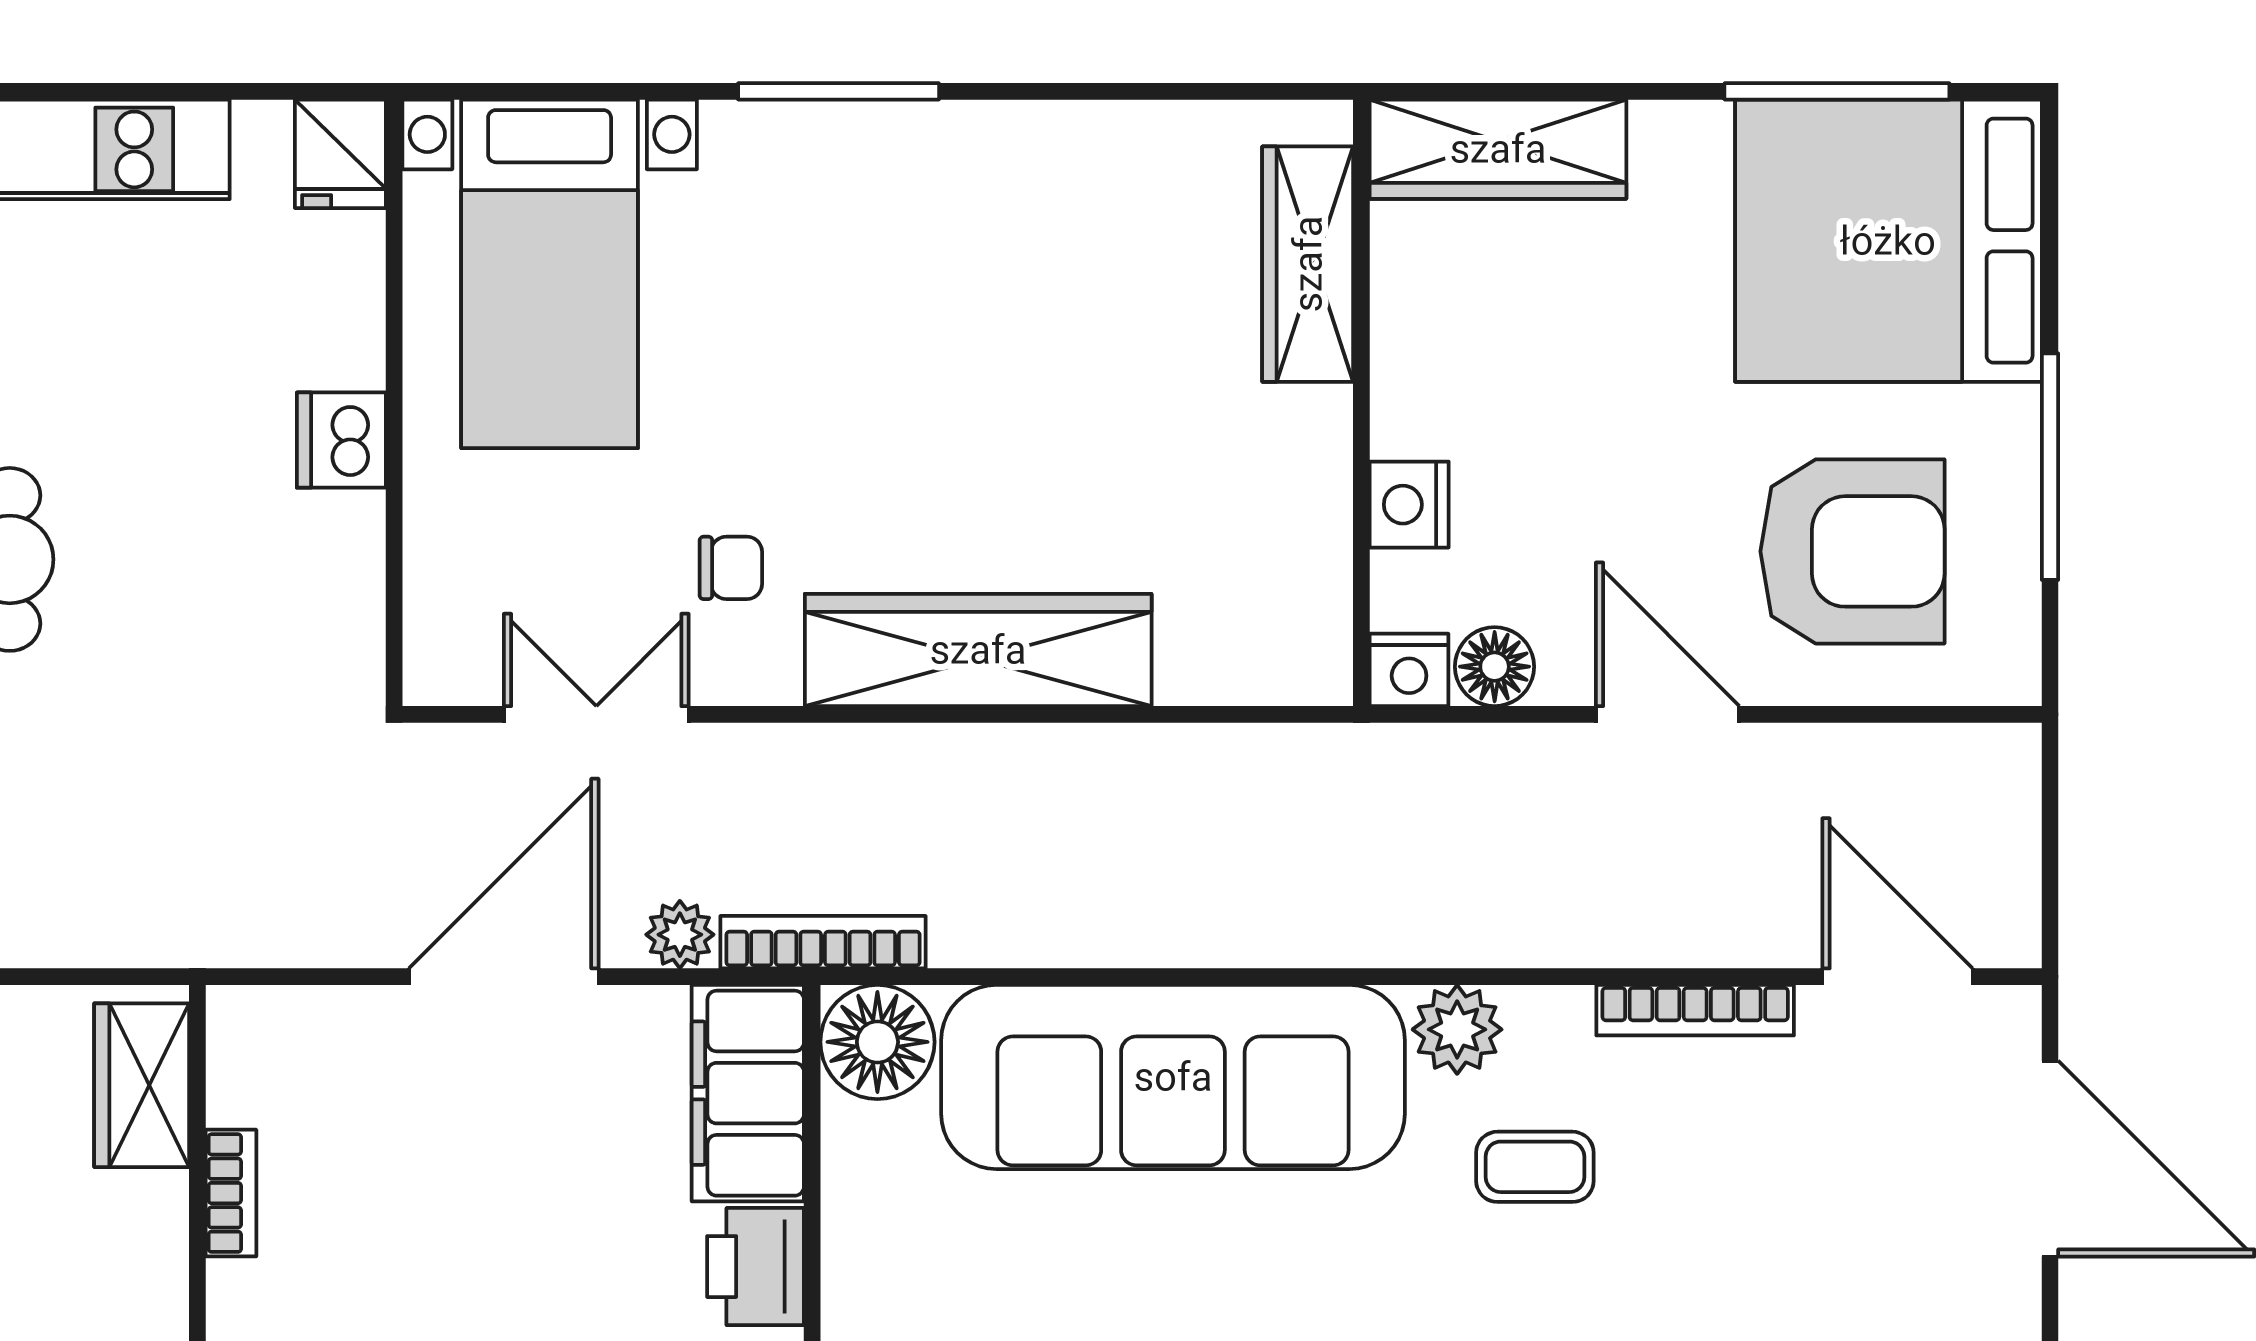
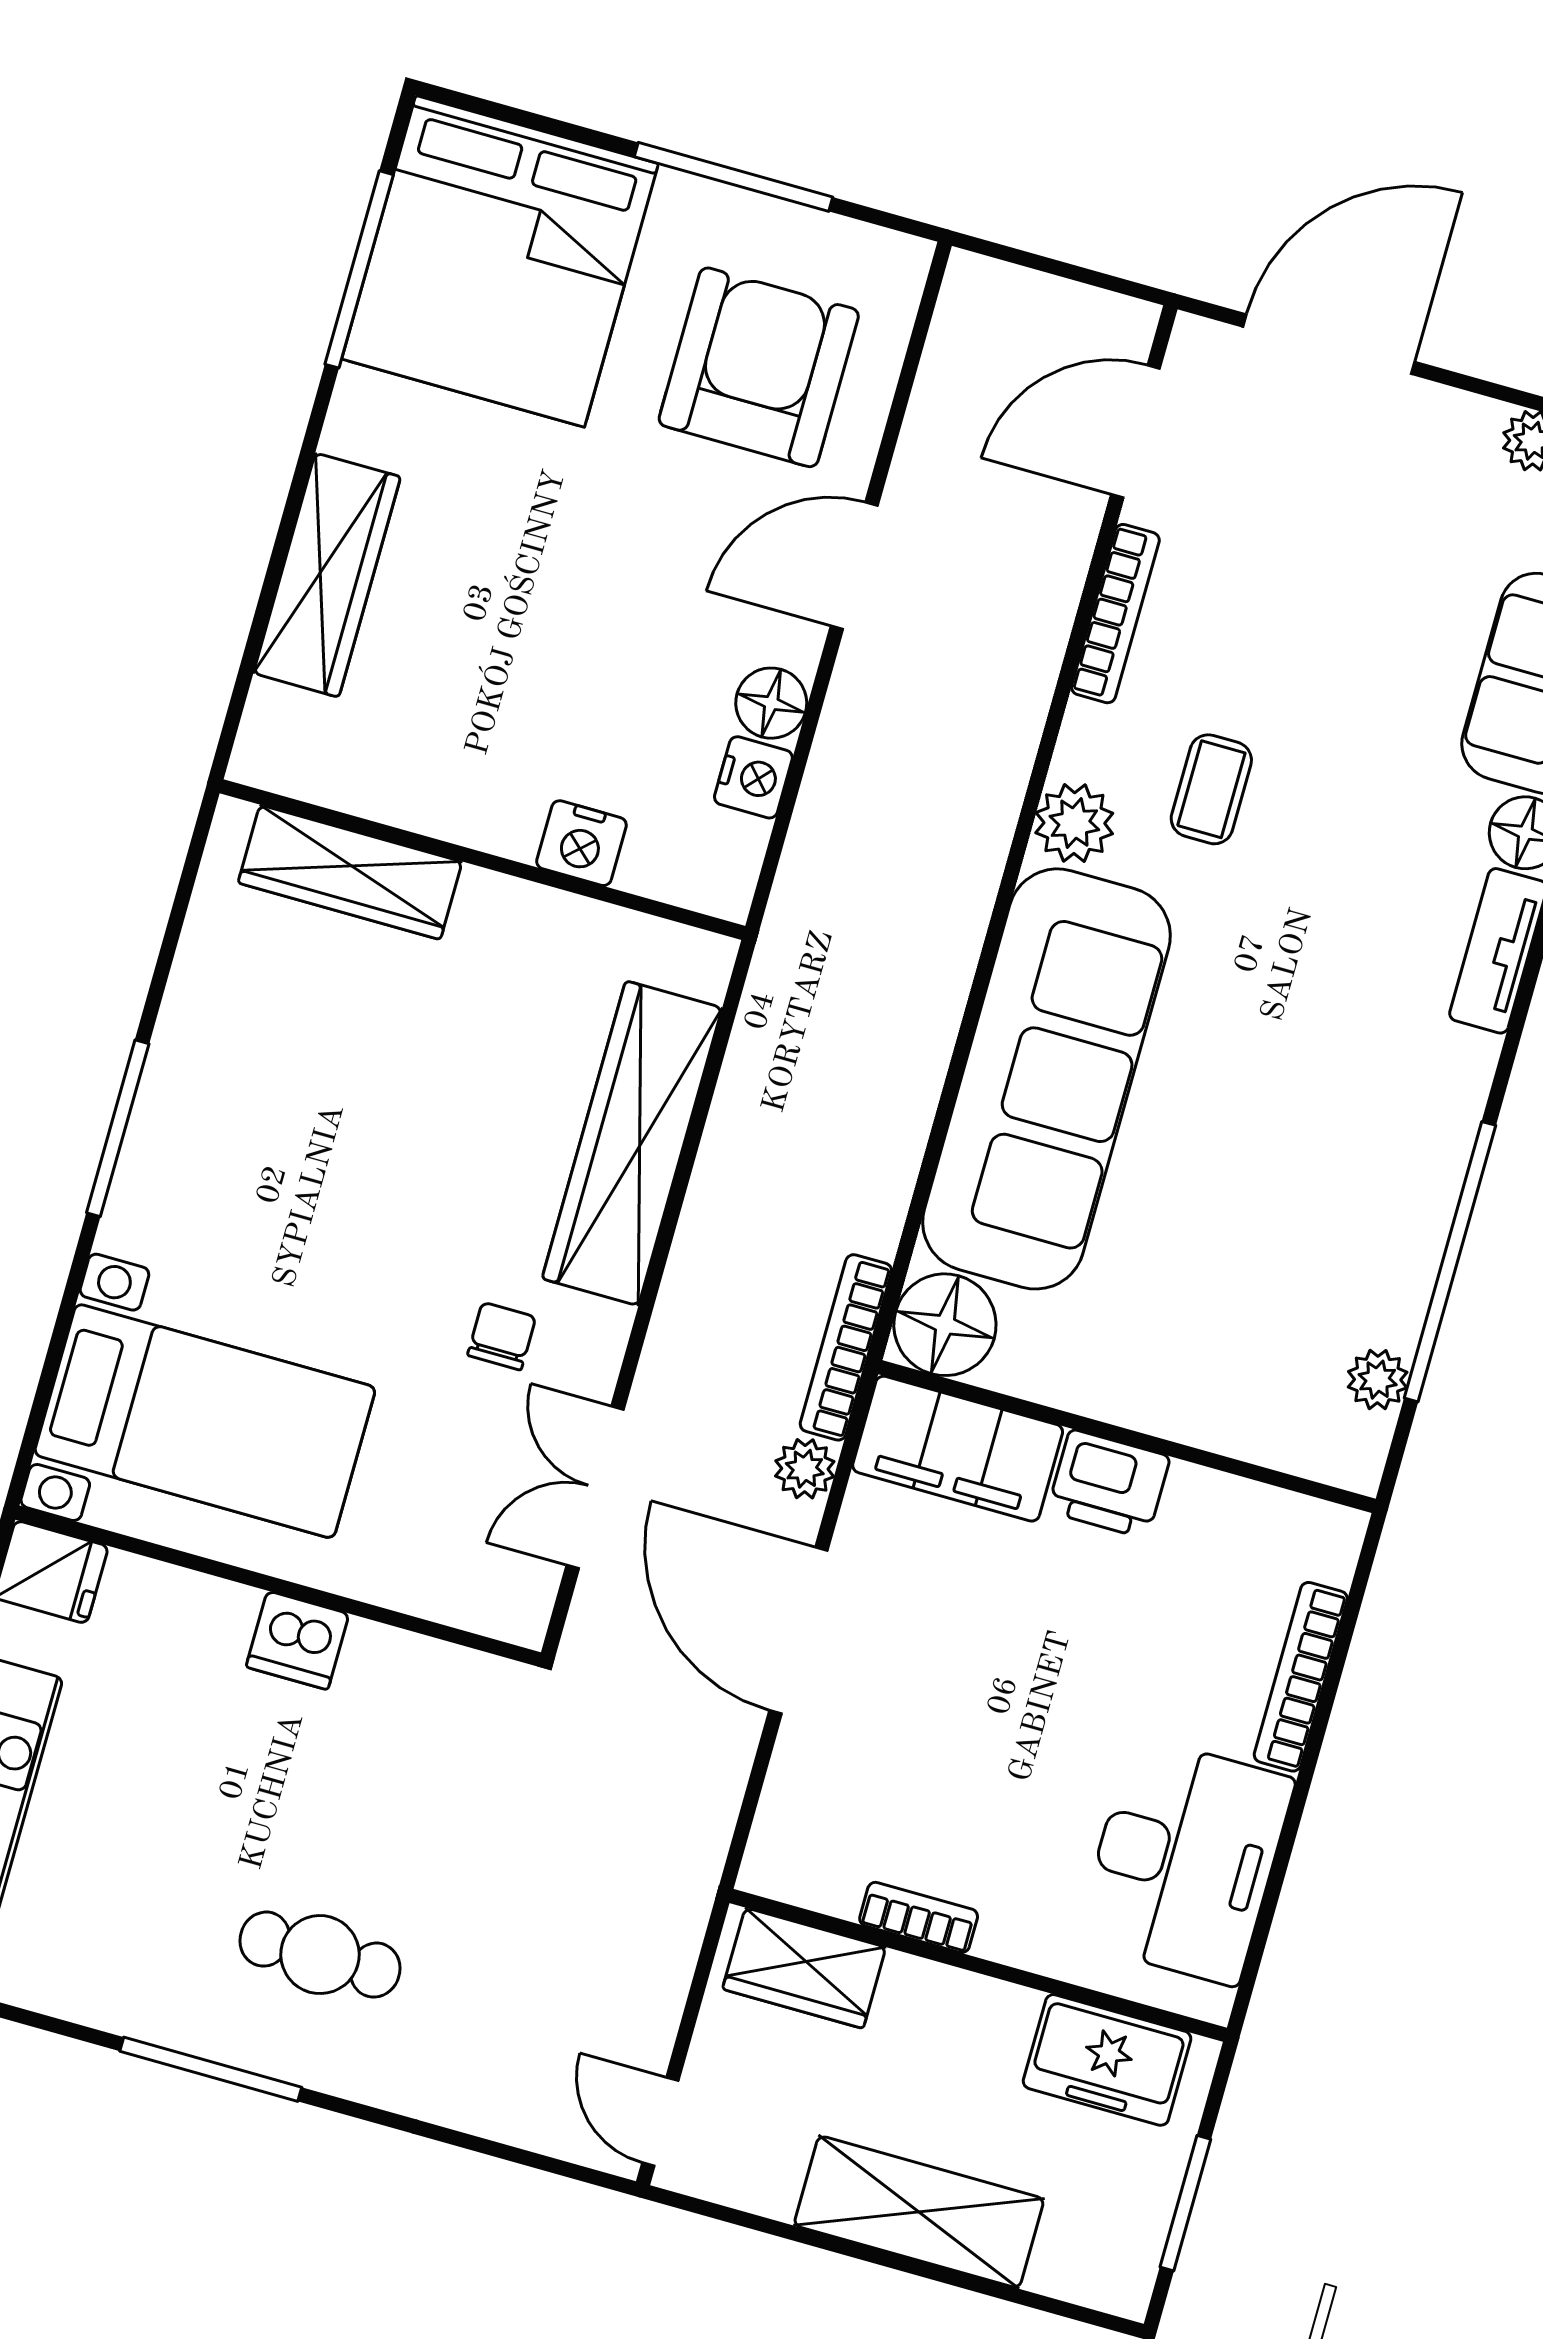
wardrobe: (1308, 264) -> (350, 872), moved
wall: (1361, 403) -> (482, 860), moved
nightstand: (1409, 505) -> (581, 843), moved

